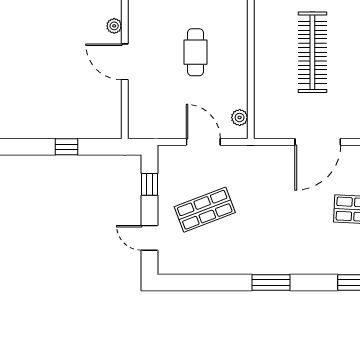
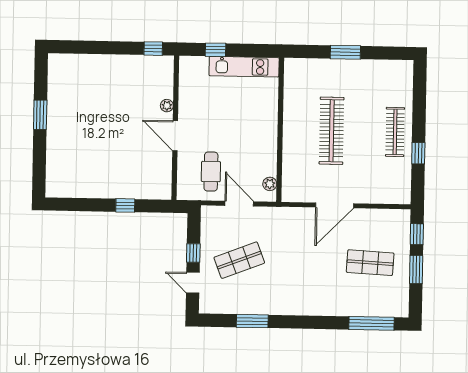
cafe table: (196, 52) -> (211, 172), moved
window: (149, 184) -> (193, 253), moved
window: (271, 283) -> (252, 321), moved

